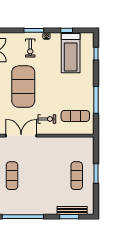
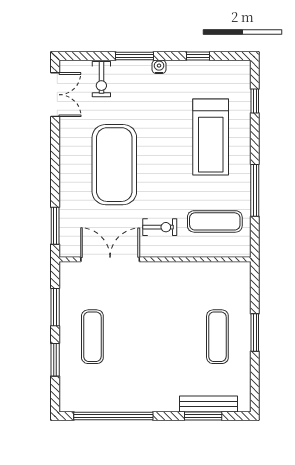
exercise bike: (30, 48) -> (101, 79), moved
treadmill: (71, 53) -> (211, 137), moved

